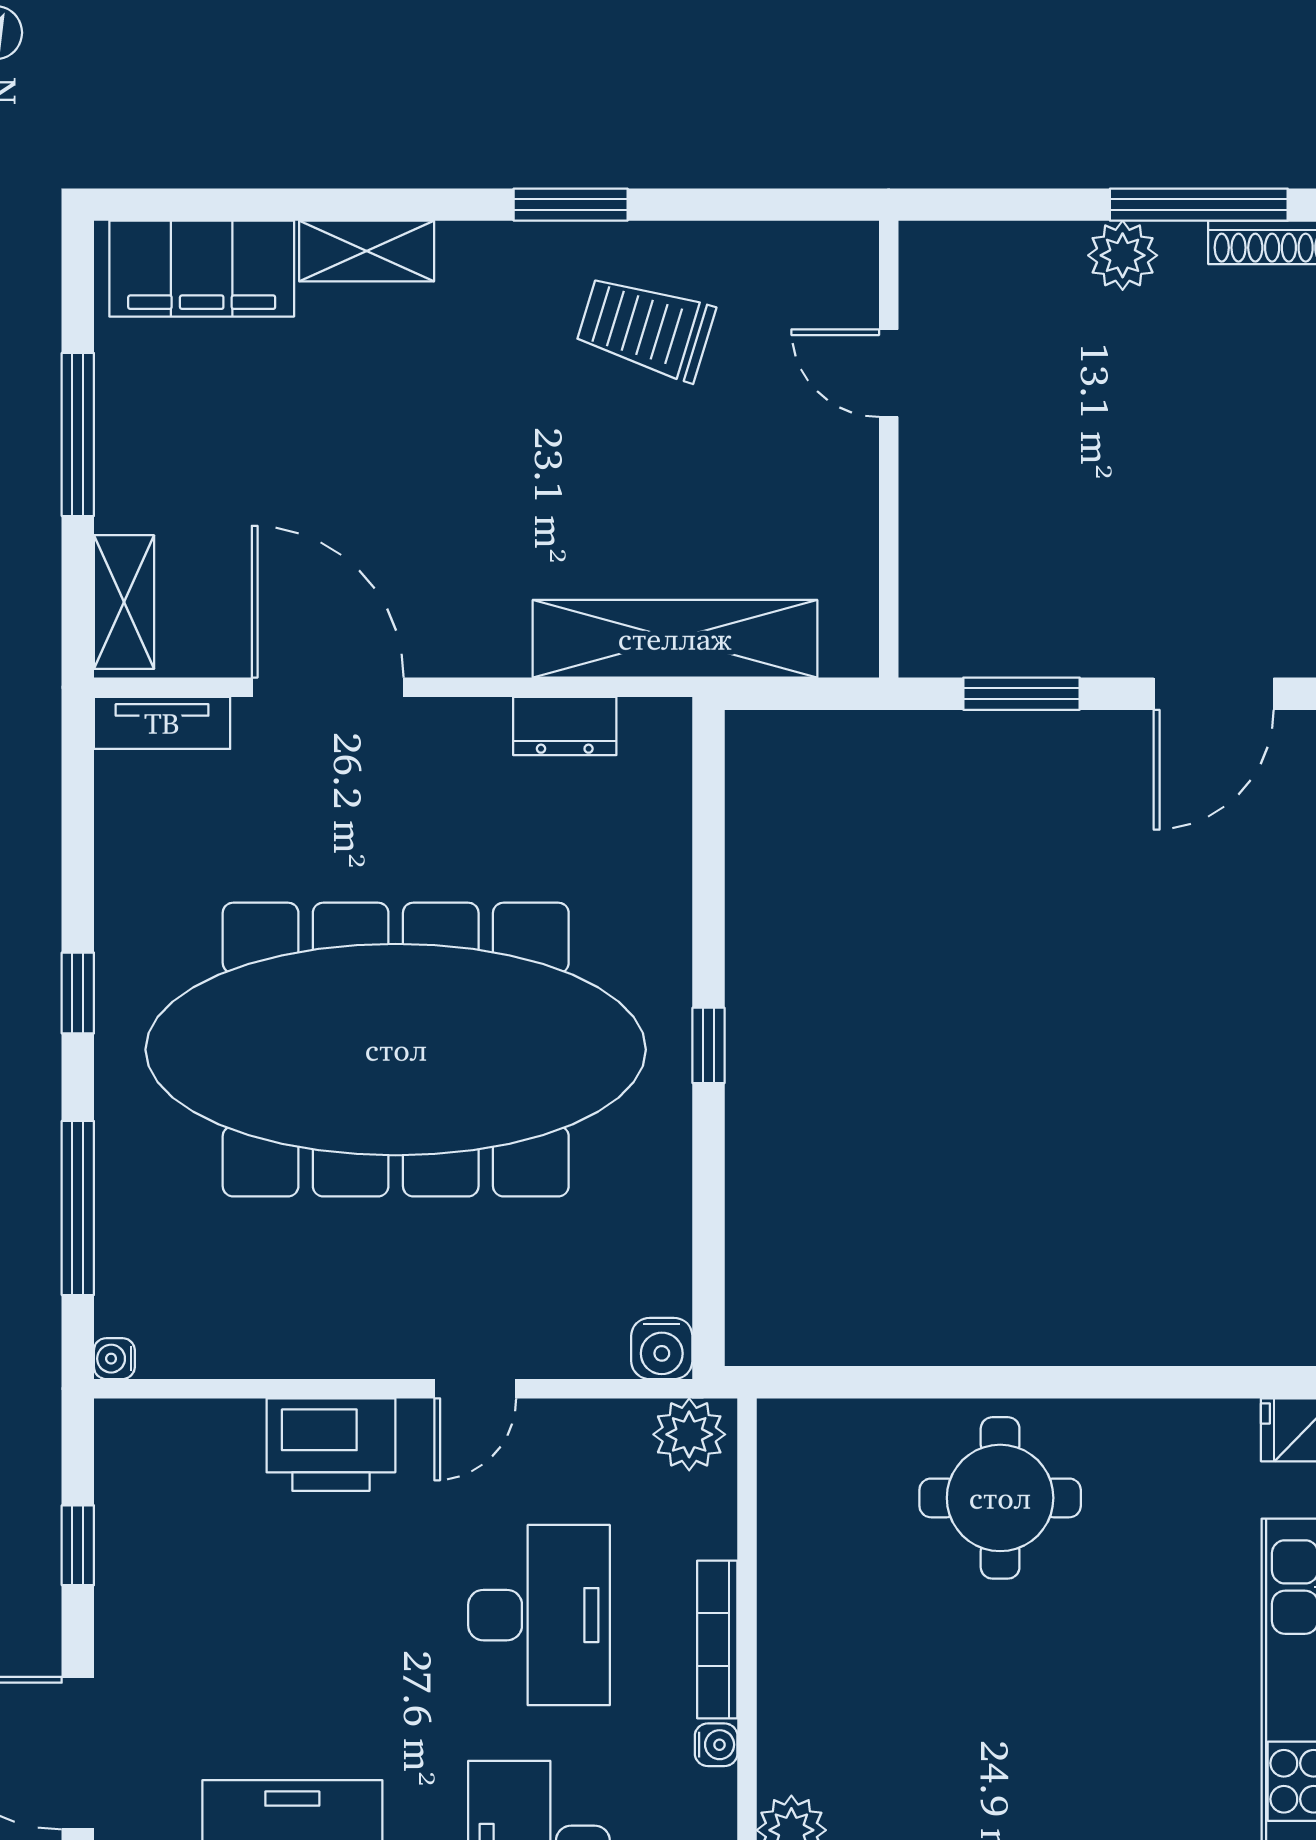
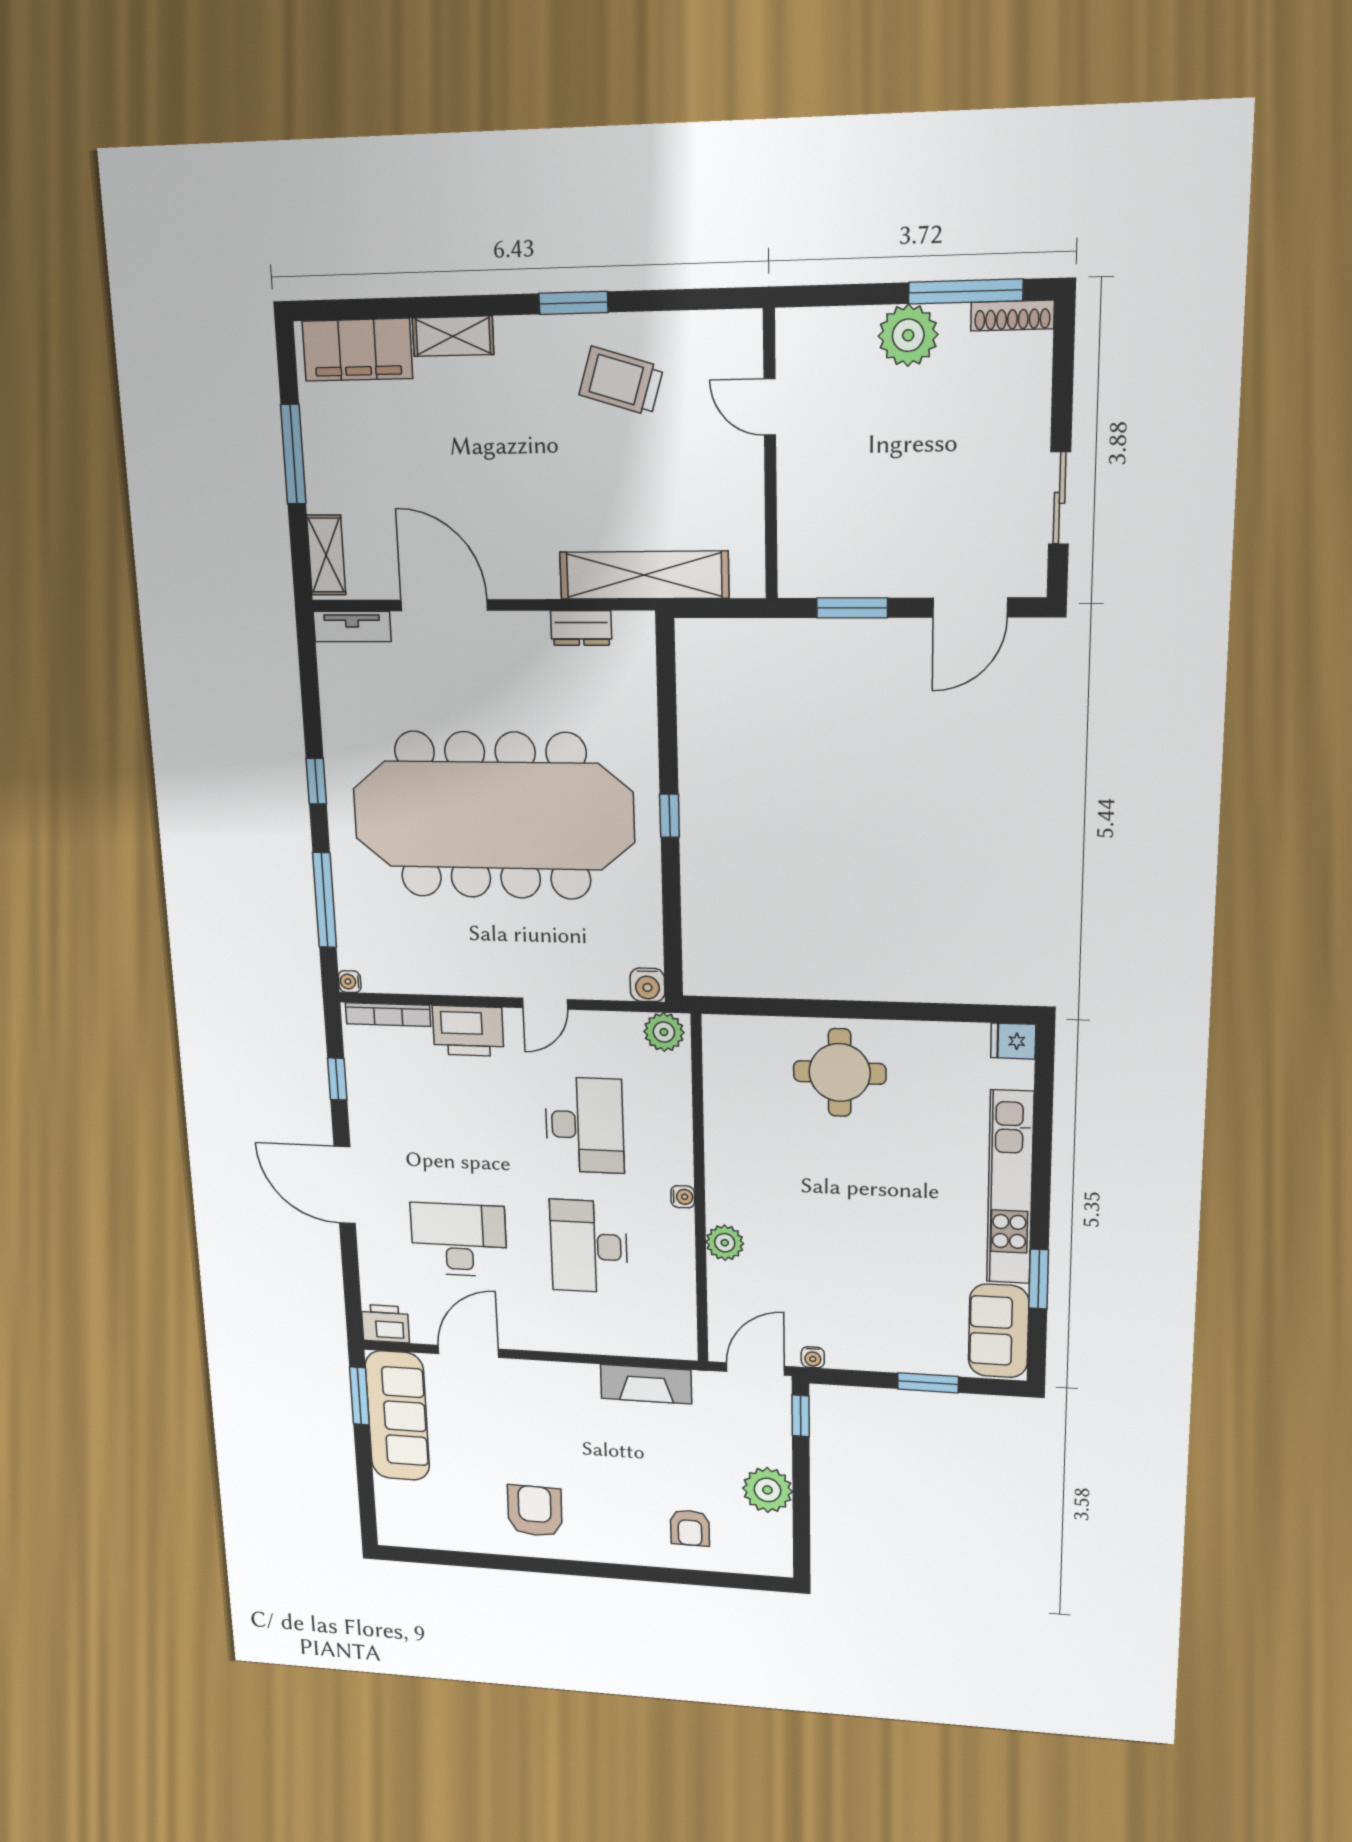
plant: (1123, 255) -> (908, 335), width x1.36, depth x1.36
bookcase: (717, 1639) -> (388, 1015), moved, turned -90

